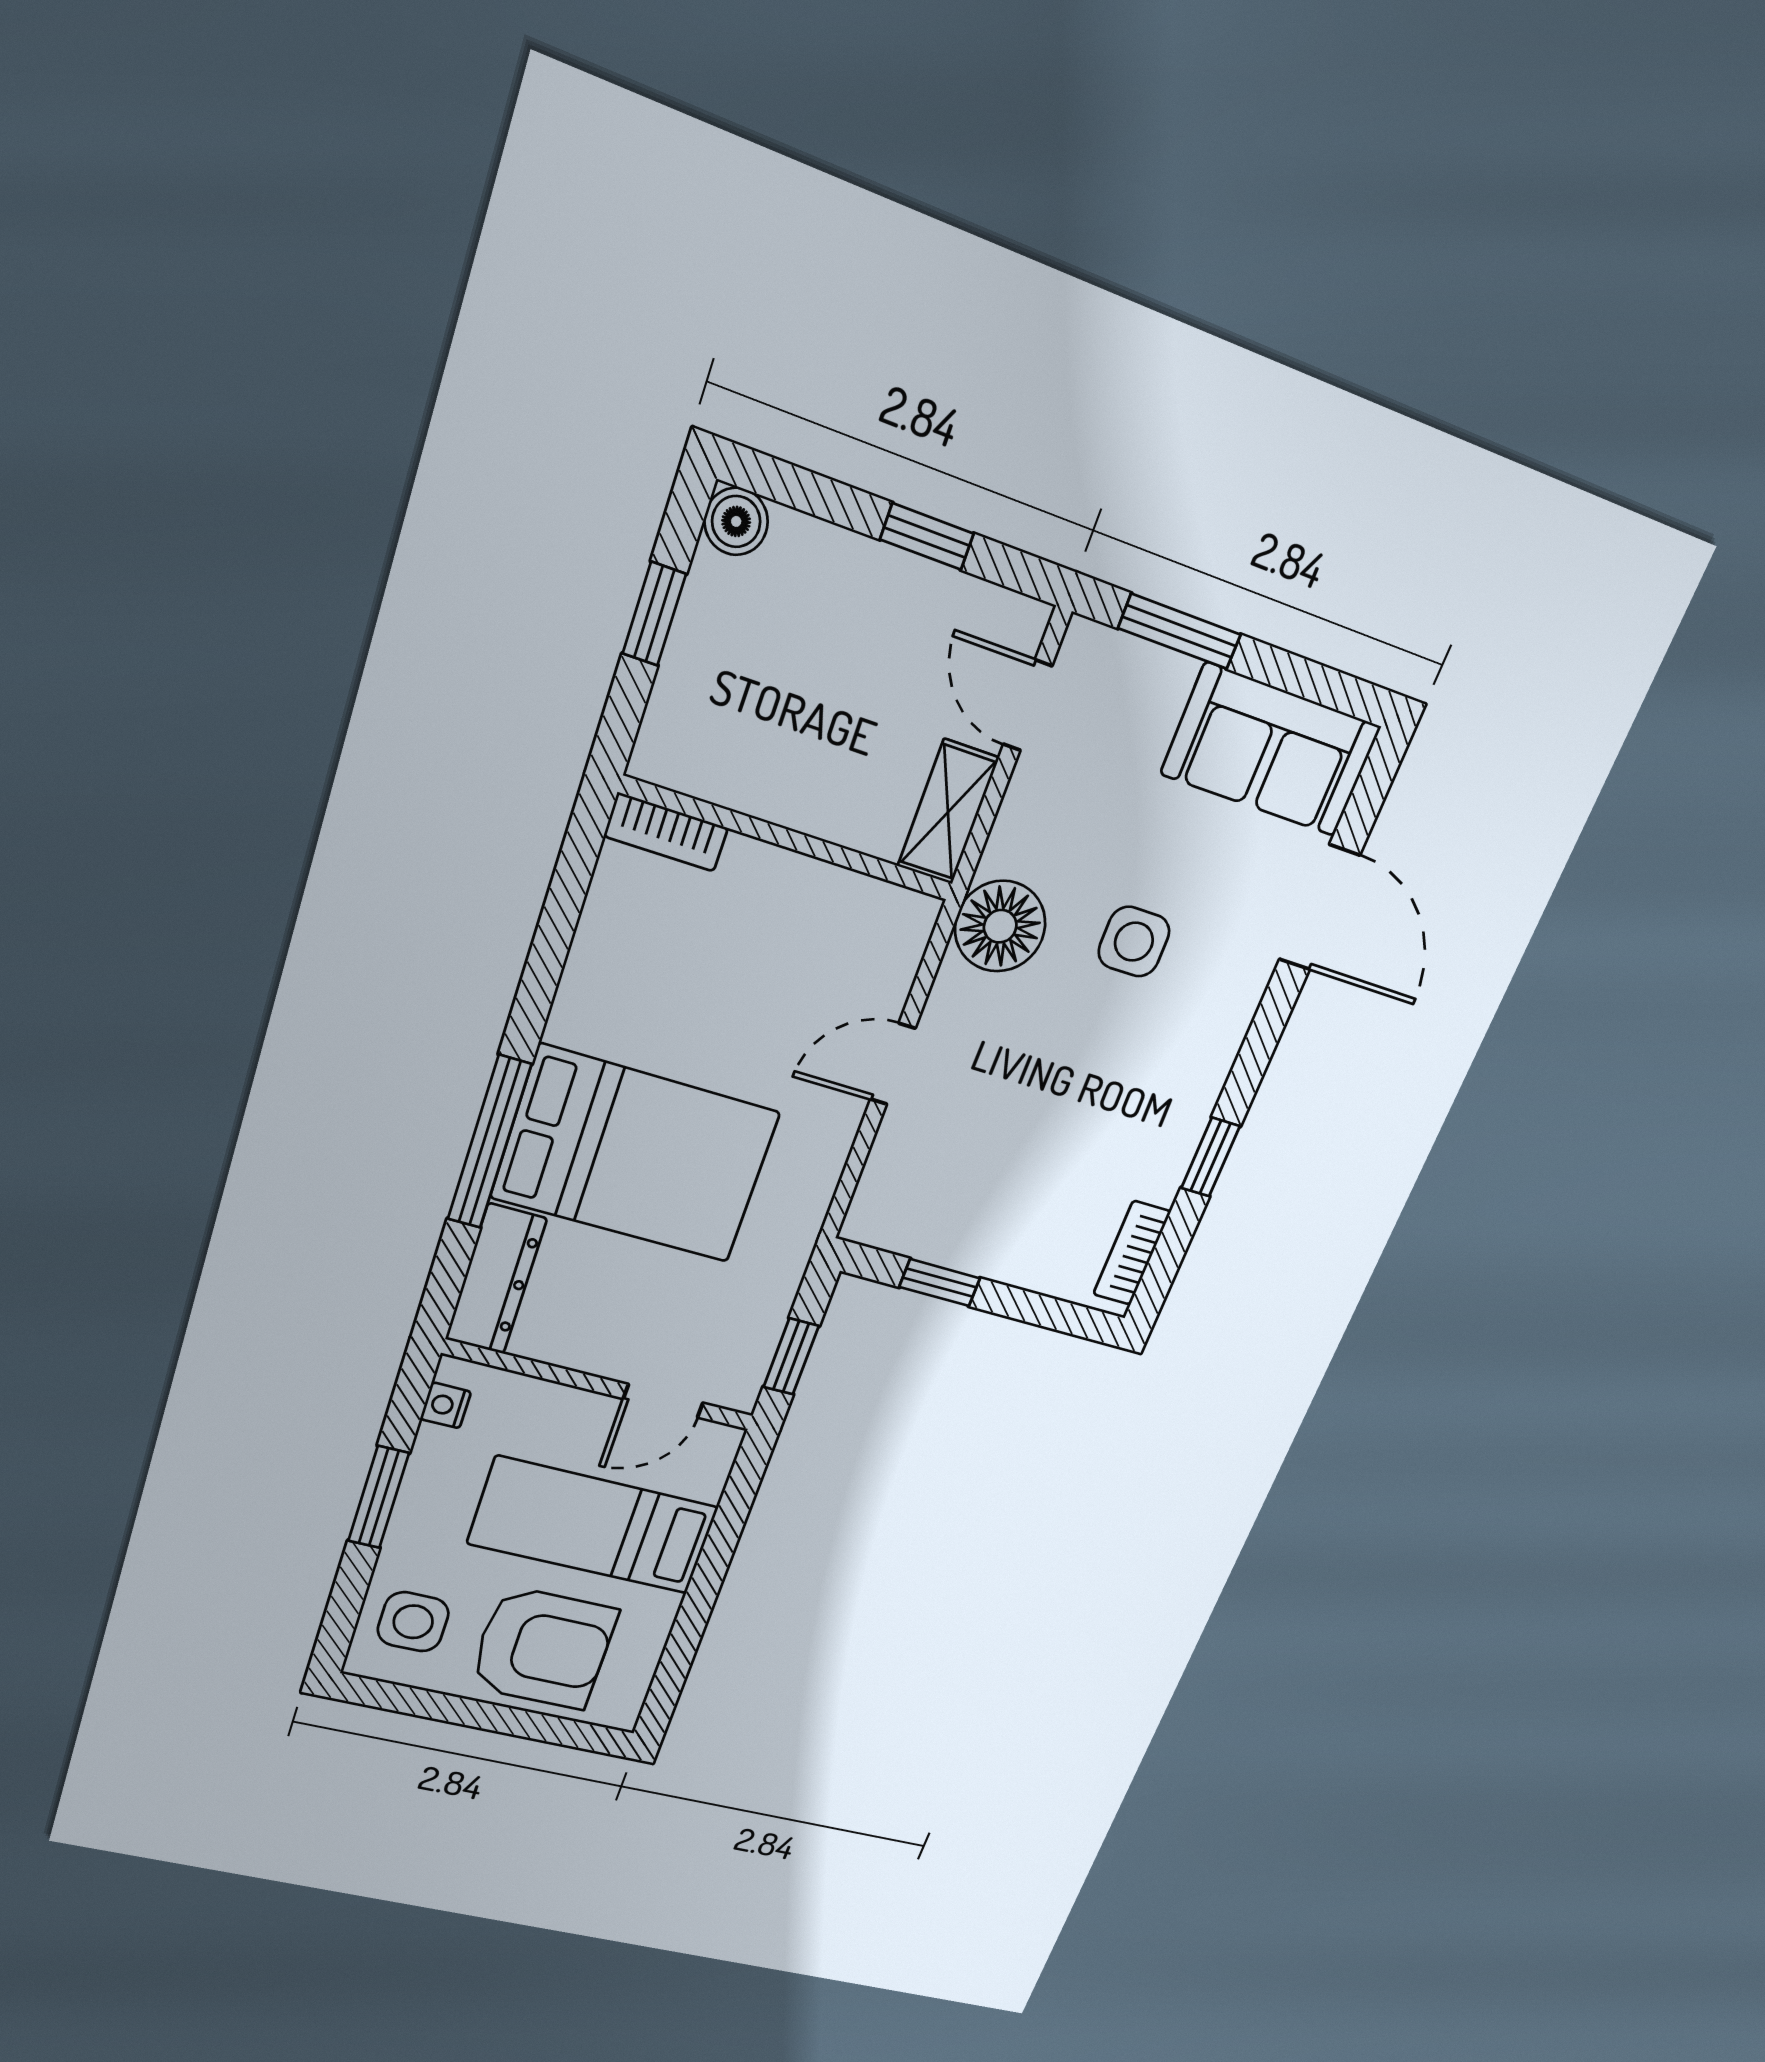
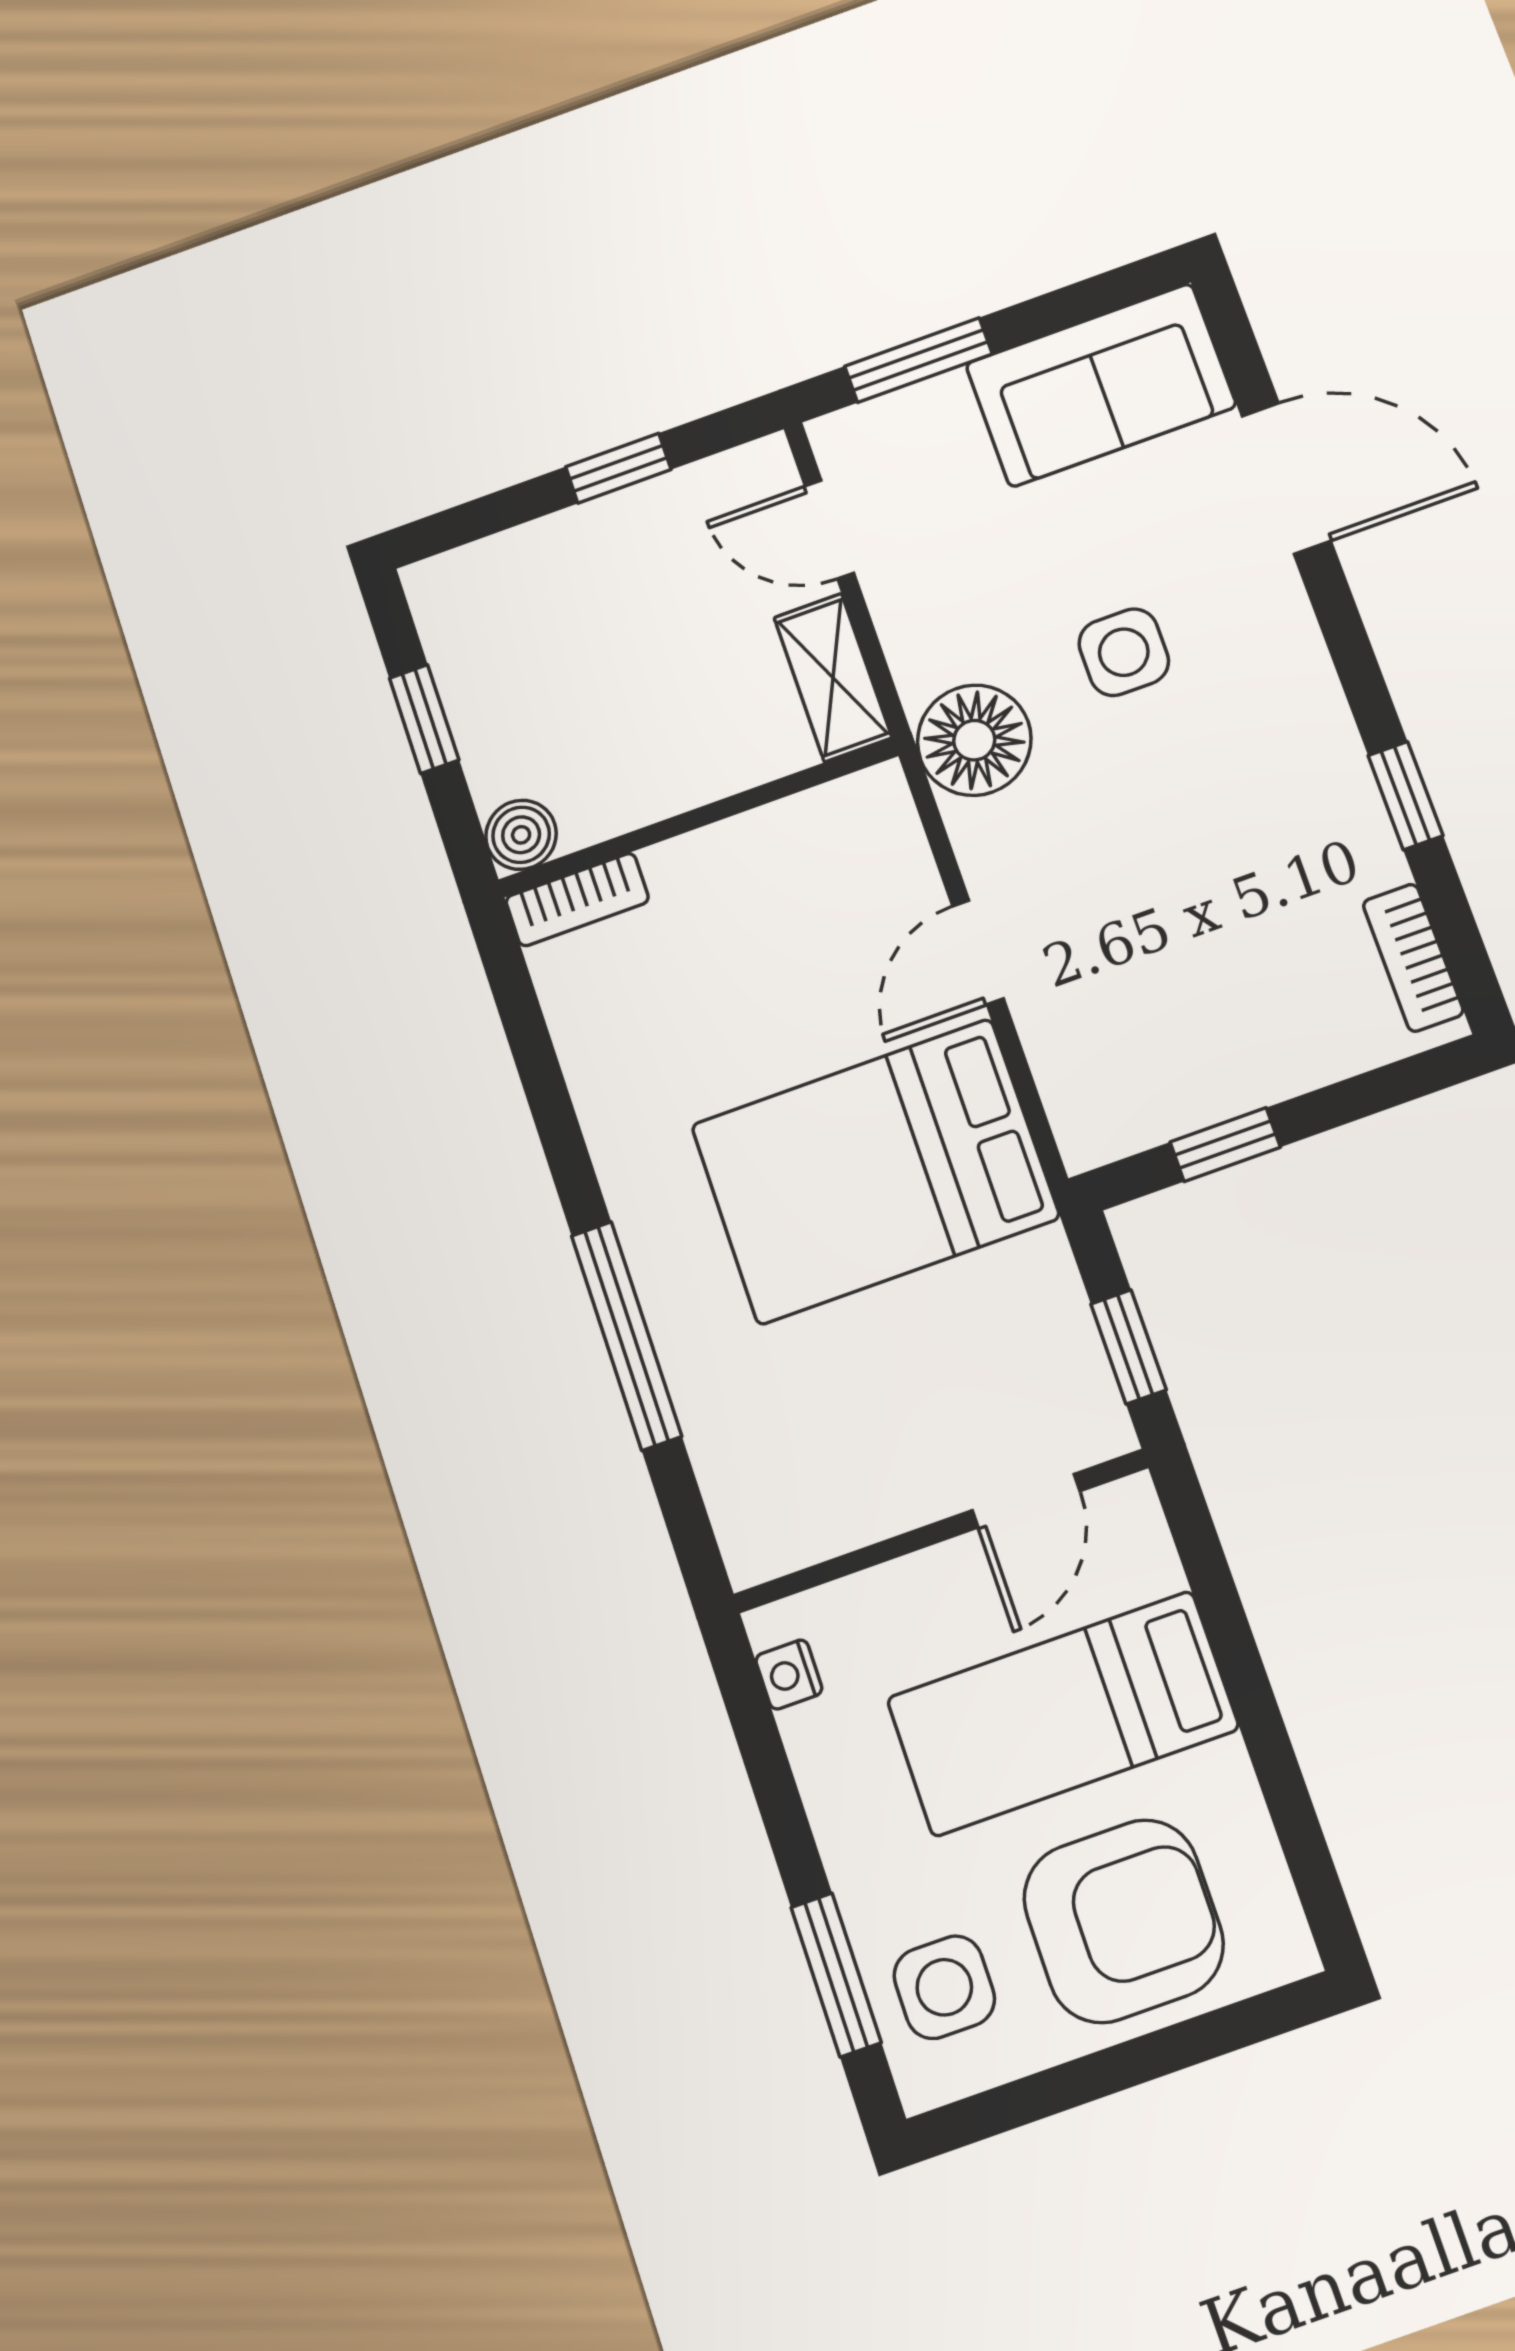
boiler: (736, 521) -> (521, 835), moved
bed: (635, 1155) -> (875, 1171), moved, turned 180
dresser: (496, 1279) -> (739, 1485), removed
window: (379, 1497) -> (836, 1975), moved

